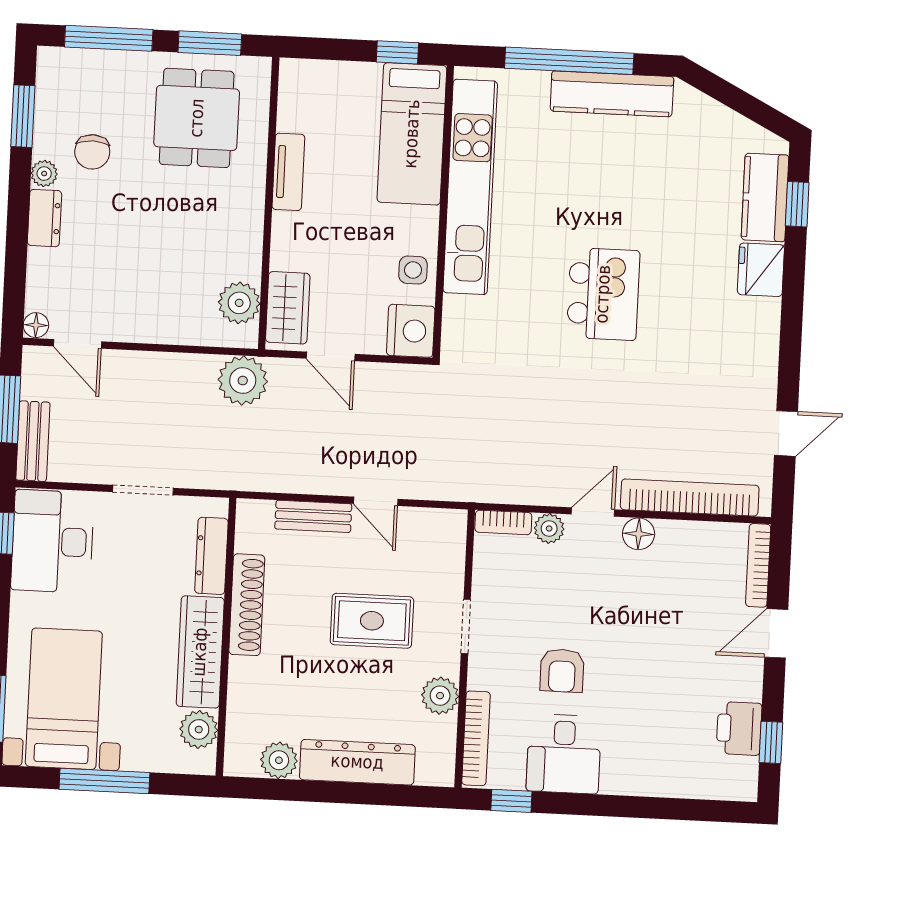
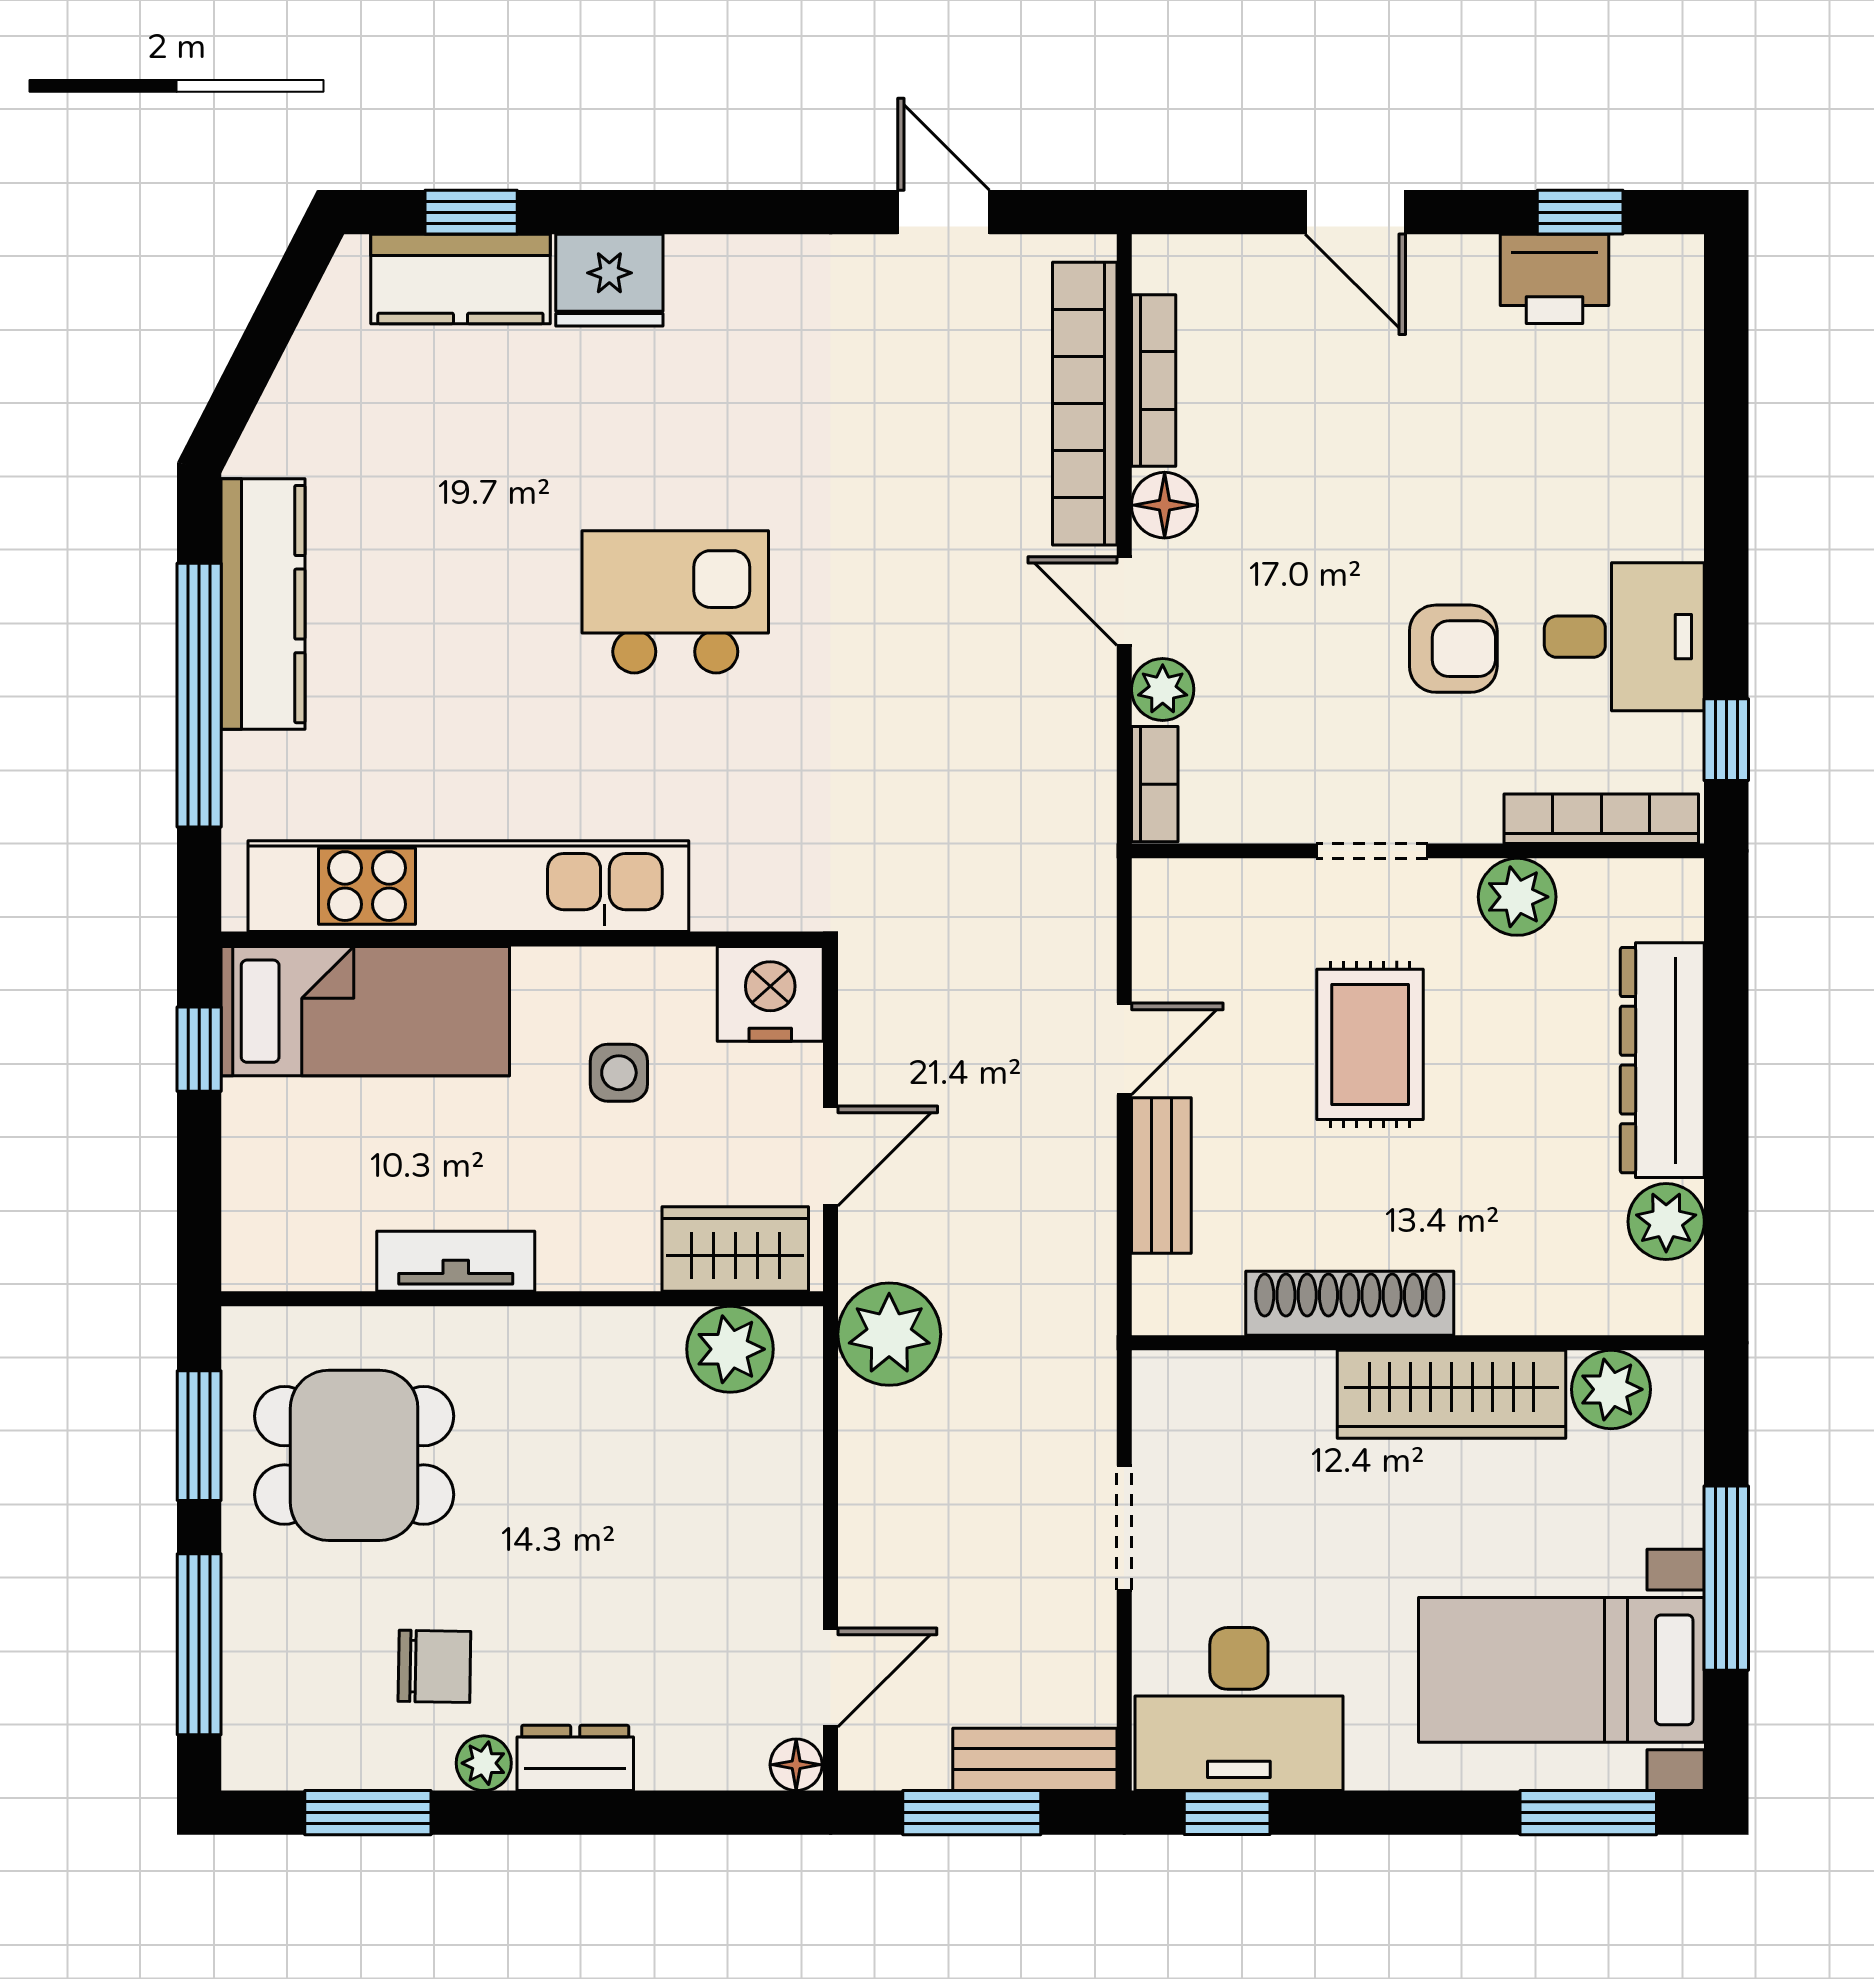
side table: (413, 270) -> (619, 1073), moved
dresser: (211, 556) -> (1253, 1381), removed
bookcase: (758, 565) -> (1154, 381), moved, turned -90

